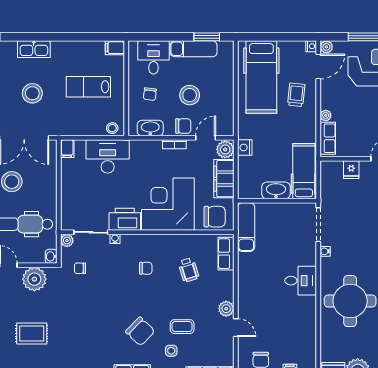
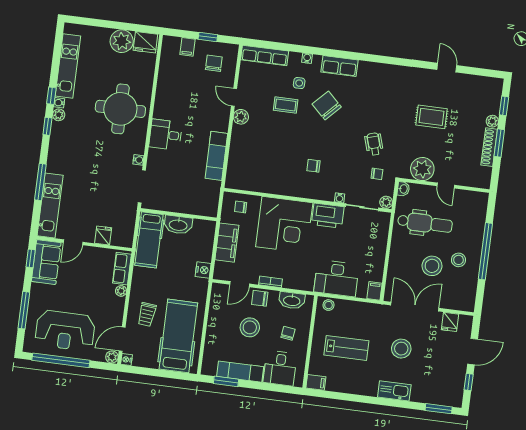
plant: (225, 149) -> (222, 271), removed
chair: (215, 217) -> (241, 207), width x0.54, depth x0.54
exam couch: (246, 227) -> (216, 156), moved
row of seats: (226, 254) -> (234, 170), removed
wheelchair: (189, 270) -> (374, 144), moved

